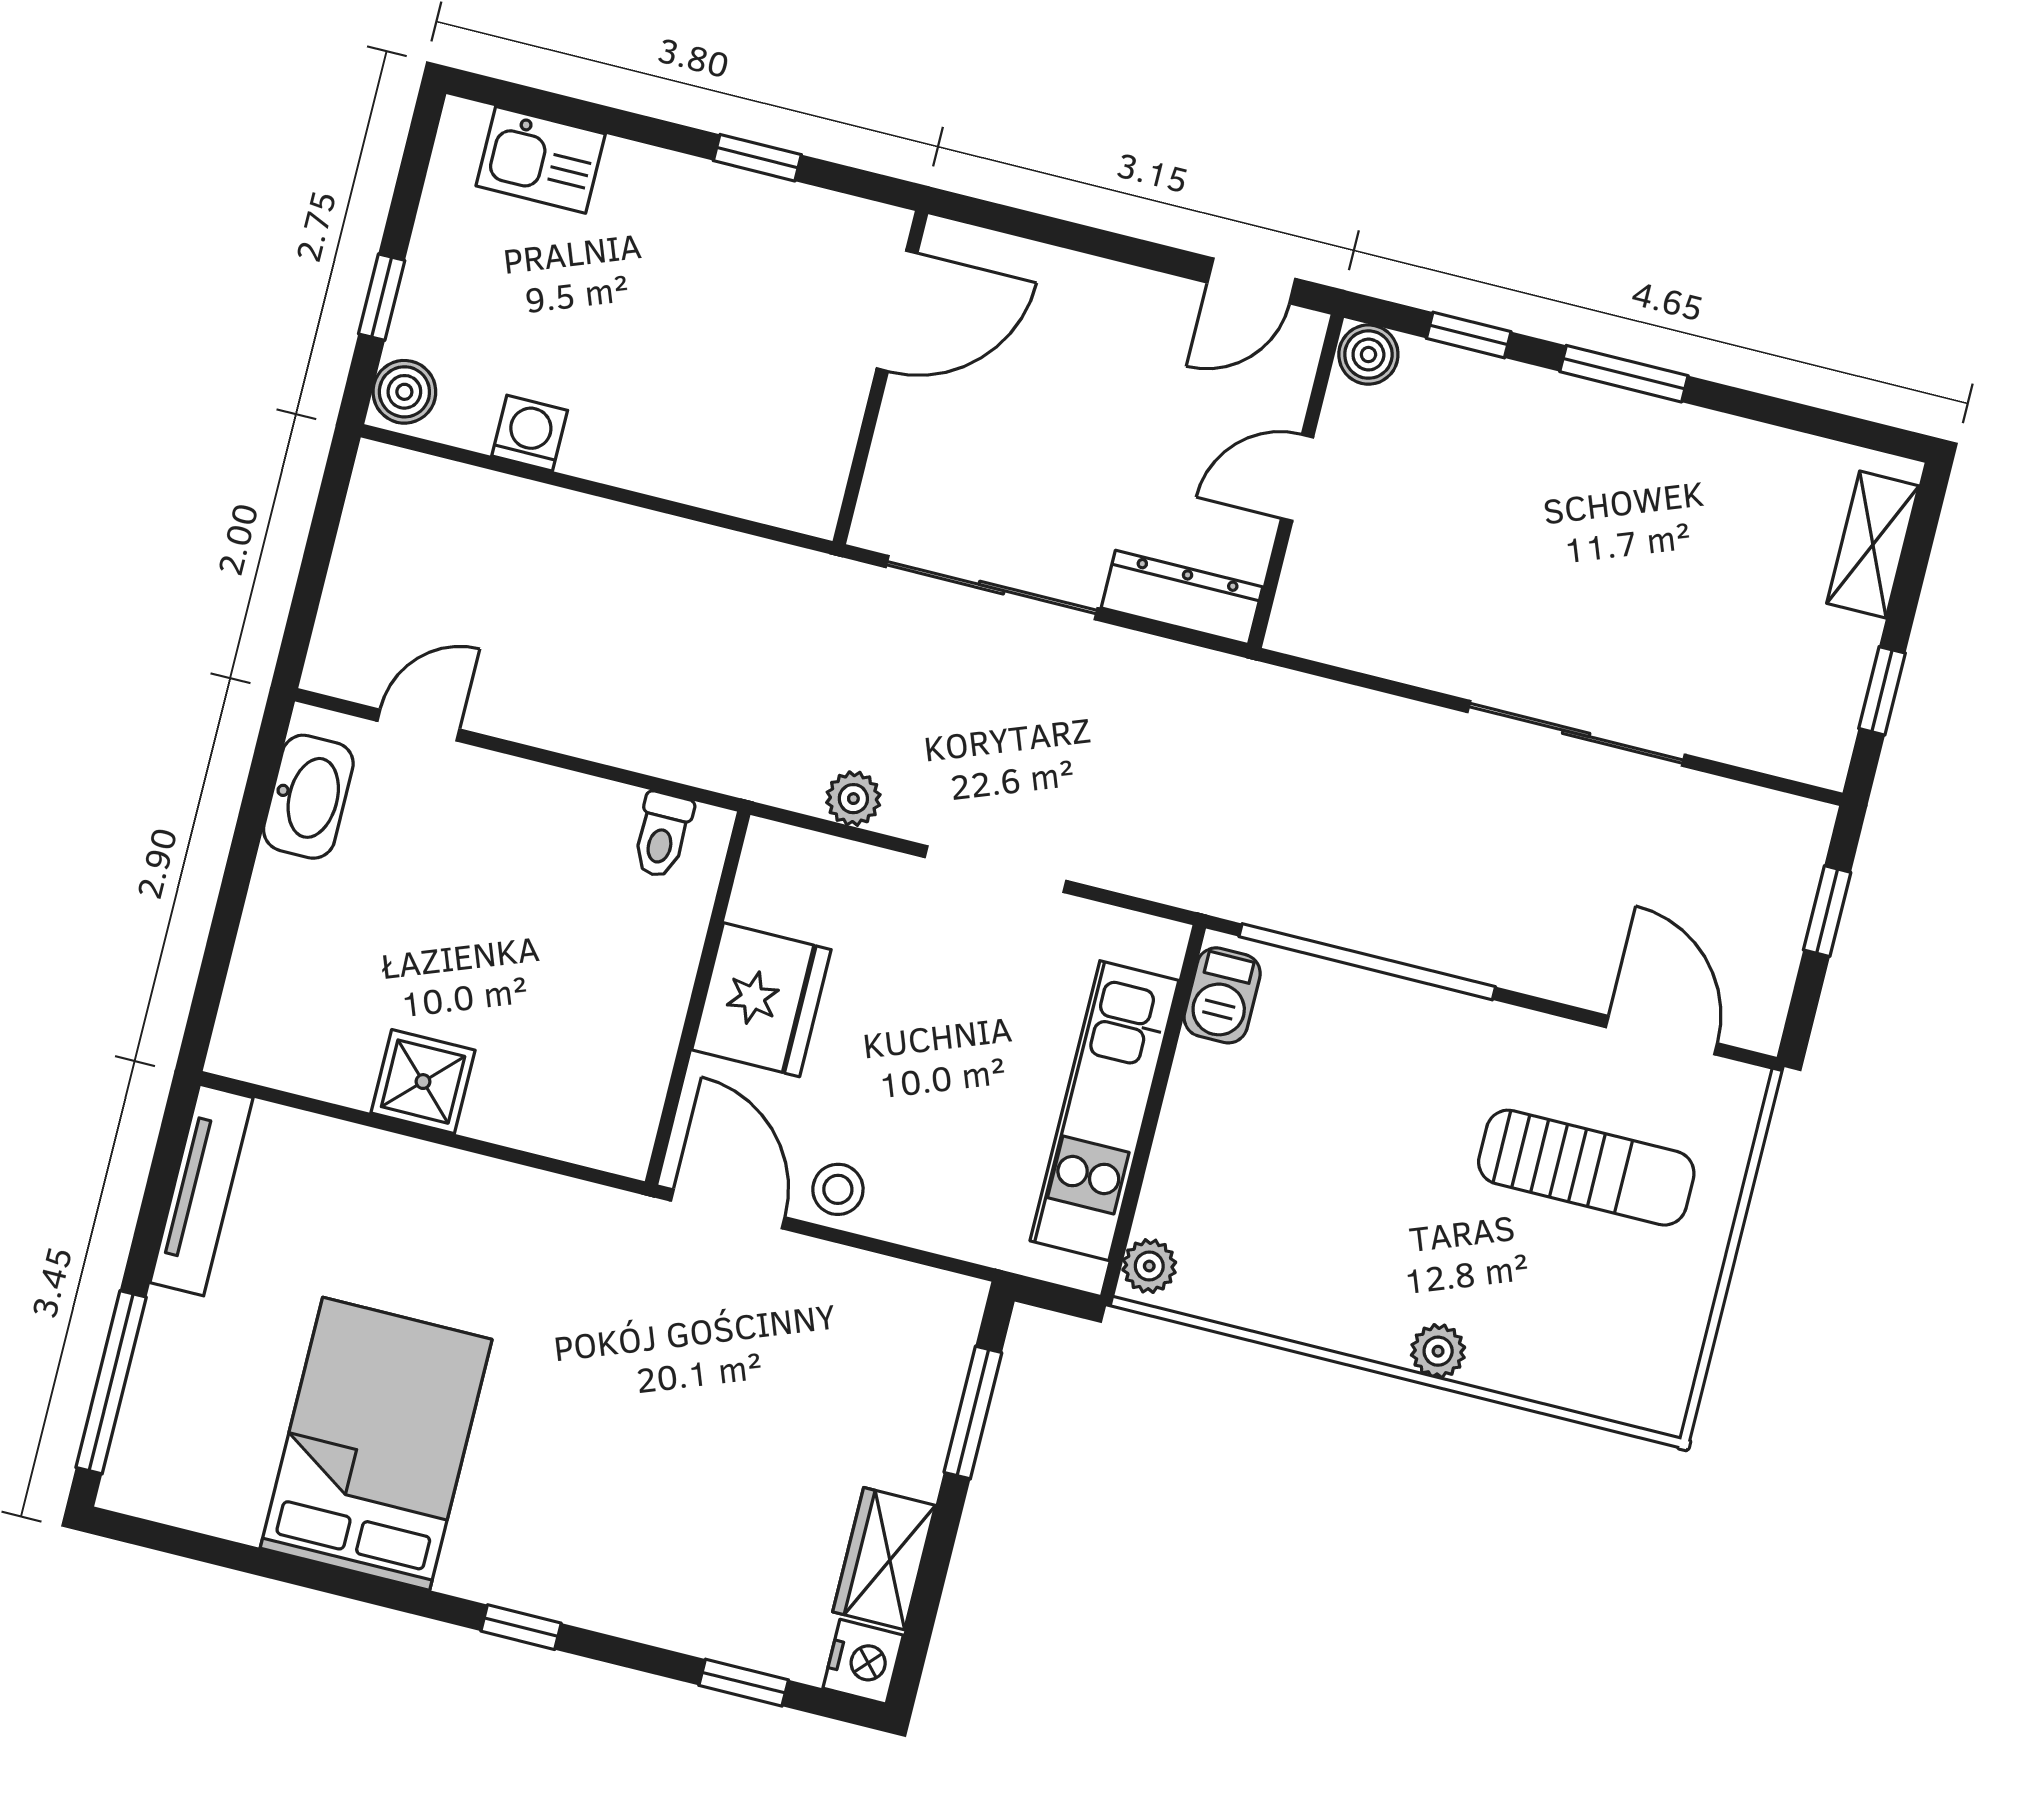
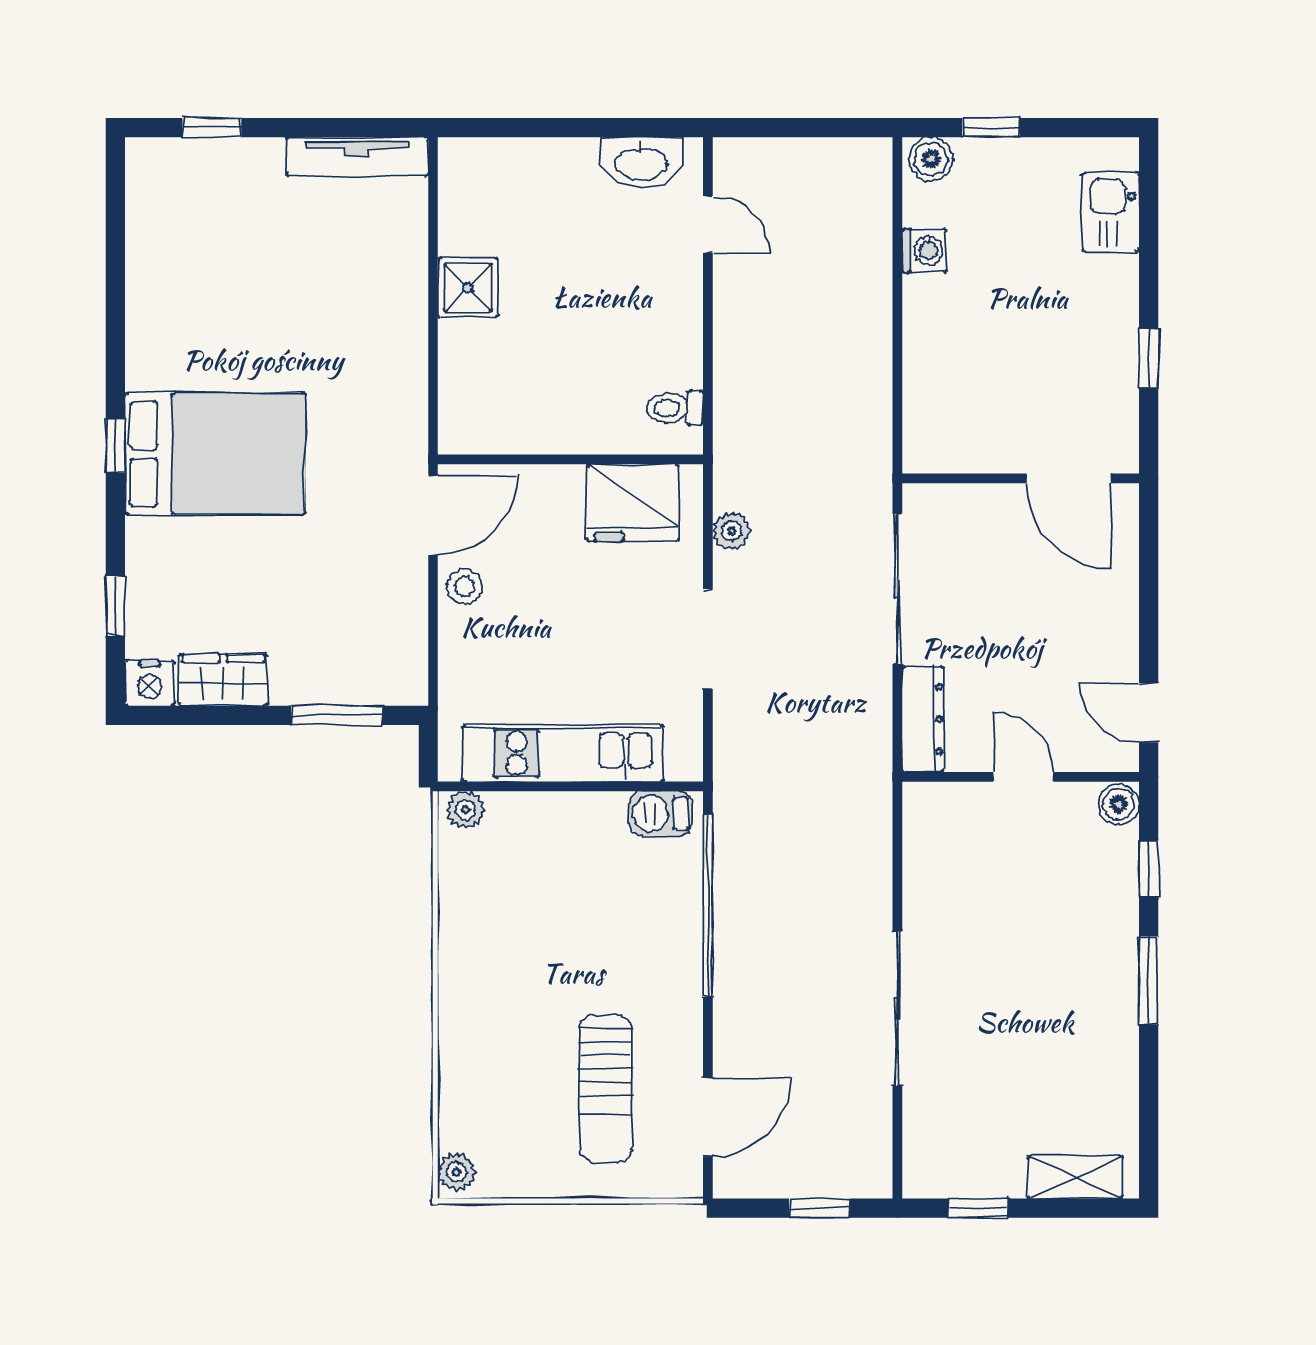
fridge: (761, 1000) -> (633, 503), moved
plant: (1438, 1351) -> (457, 1172), moved
window: (111, 1382) -> (212, 128), width x0.46
bed: (376, 1444) -> (215, 454), moved

